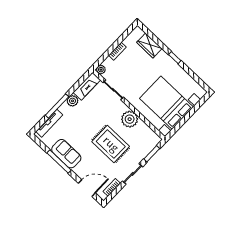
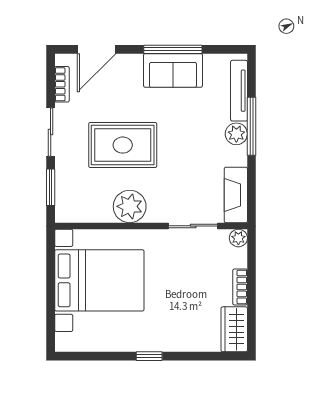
wardrobe: (149, 45) -> (234, 329), moved, turned -90
plant: (72, 101) -> (236, 134), moved

